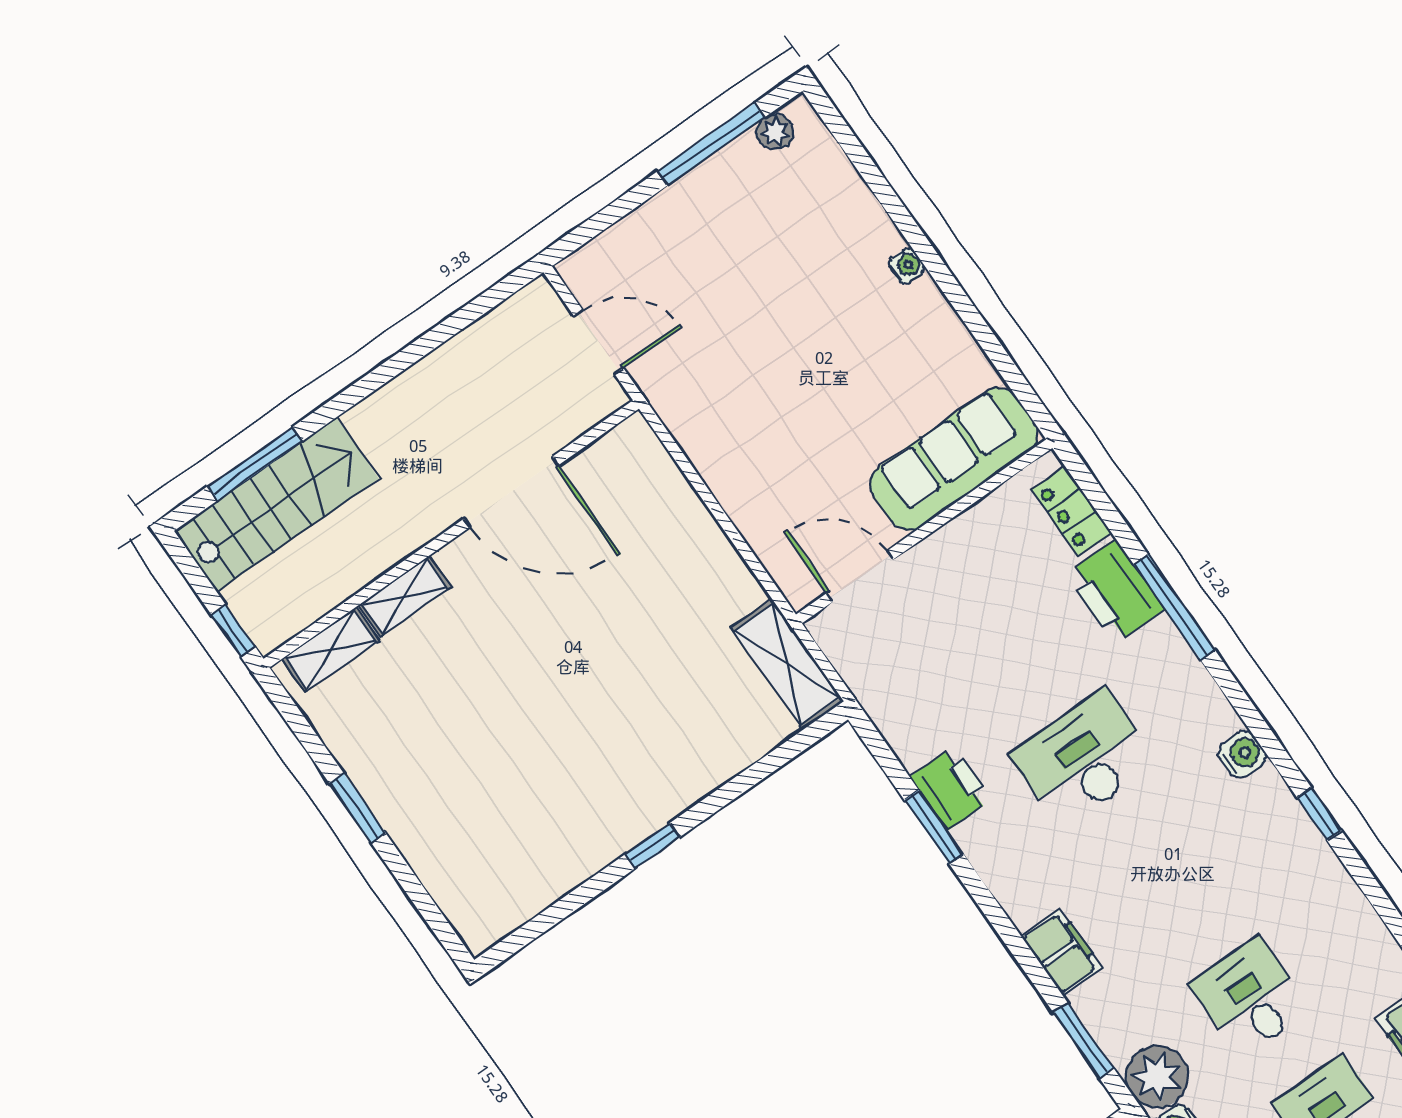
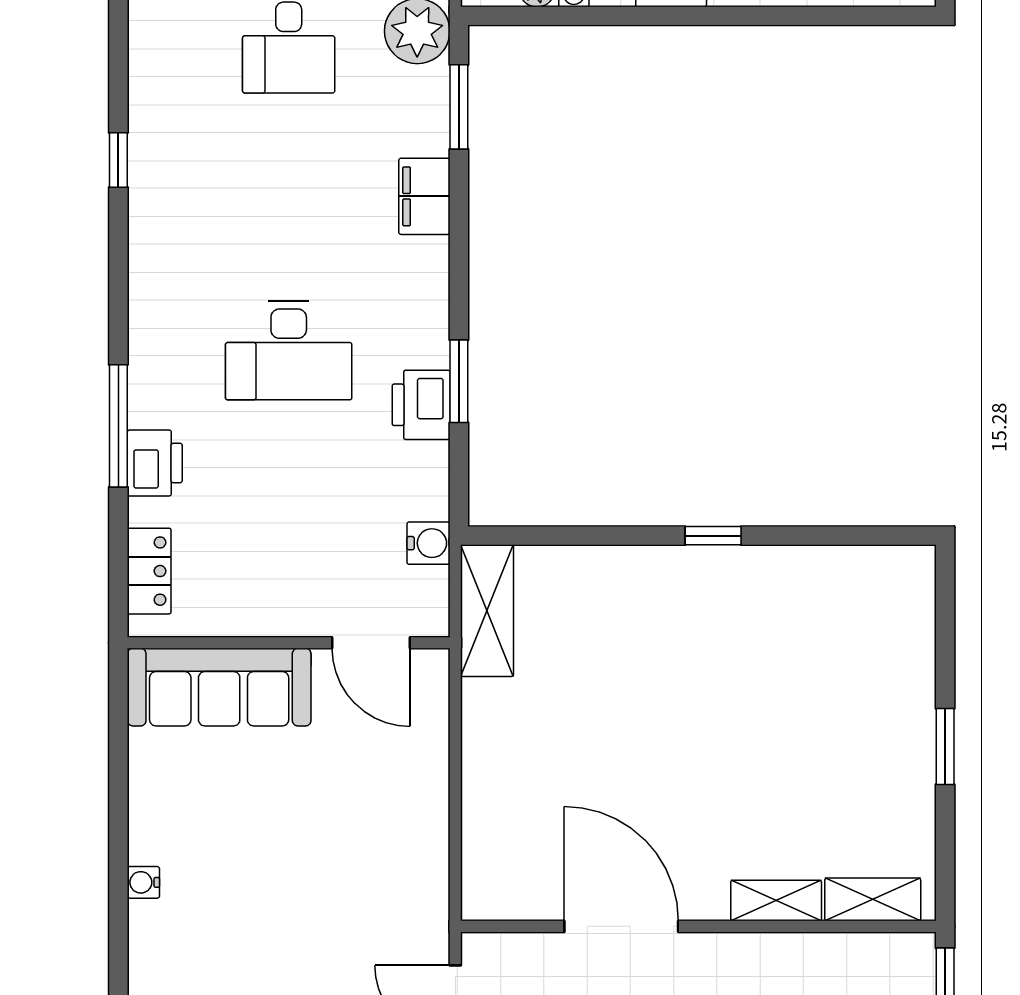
printer: (1115, 591) -> (155, 463), width x0.73, depth x0.84
water cooler: (1242, 754) -> (429, 543), moved, turned 180

